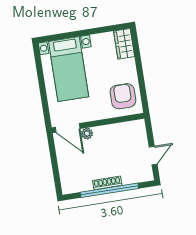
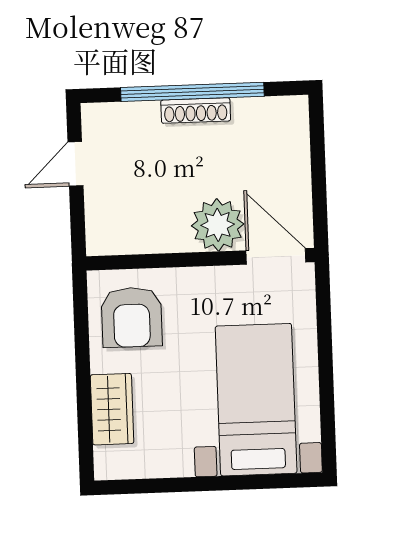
wardrobe: (124, 44) -> (112, 409), moved
plant: (87, 134) -> (218, 225), width x1.87, depth x1.87

